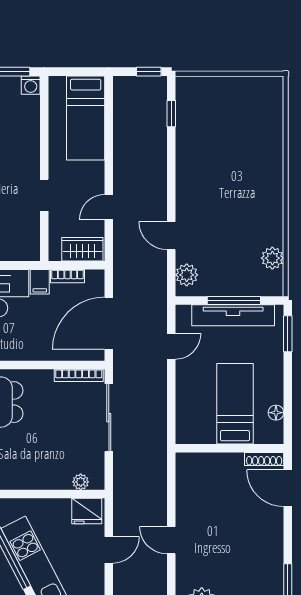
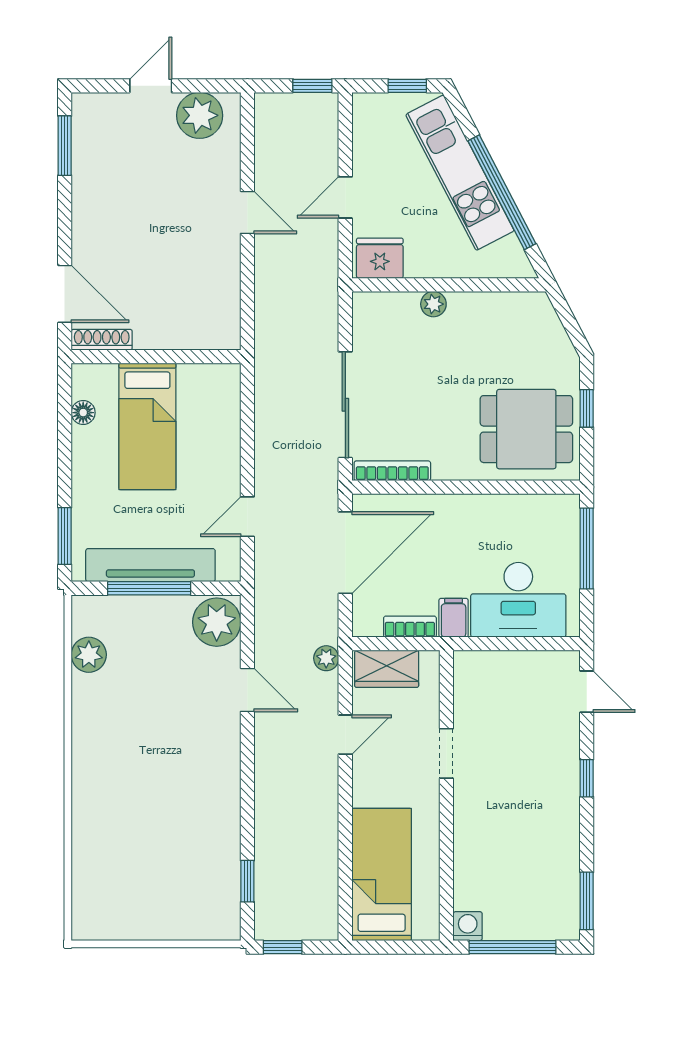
plant: (121, 256) -> (326, 658), added
plant: (187, 275) -> (217, 622), width x1.36, depth x1.36
plant: (81, 482) -> (433, 304), moved

